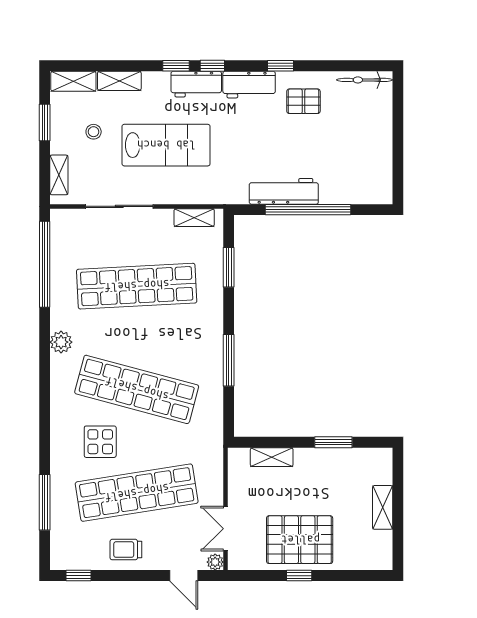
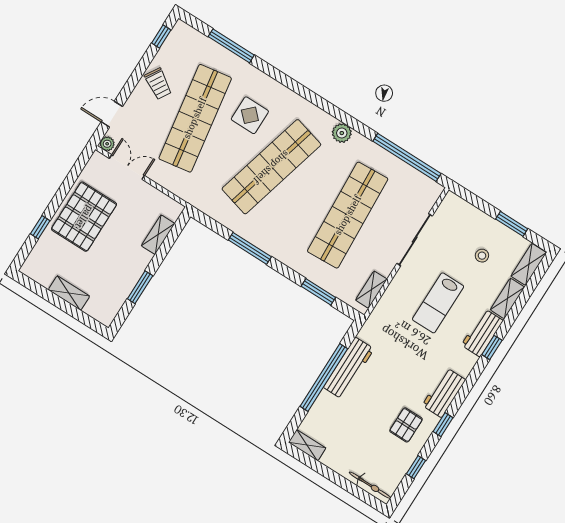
window: (212, 66) -> (416, 467), moved
bicycle: (365, 80) -> (370, 485), moved, turned 90
workbench: (196, 84) -> (482, 333), moved
lab bench: (166, 145) -> (438, 303), width x0.73, depth x0.72
shelving: (59, 175) -> (307, 445), moved
trolley: (126, 550) -> (158, 84), turned 121
window: (299, 576) -> (40, 227), moved

